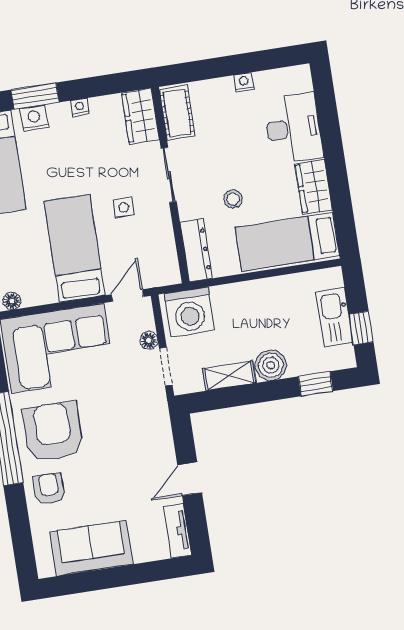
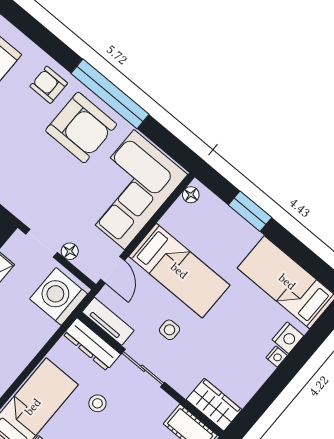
window: (35, 96) -> (301, 354), removed
nightstand: (80, 107) -> (277, 357), moved
sliding door: (169, 175) -> (143, 368), moved
tv unit: (167, 258) -> (108, 321), added
armchair: (49, 489) -> (49, 85), turned 180

